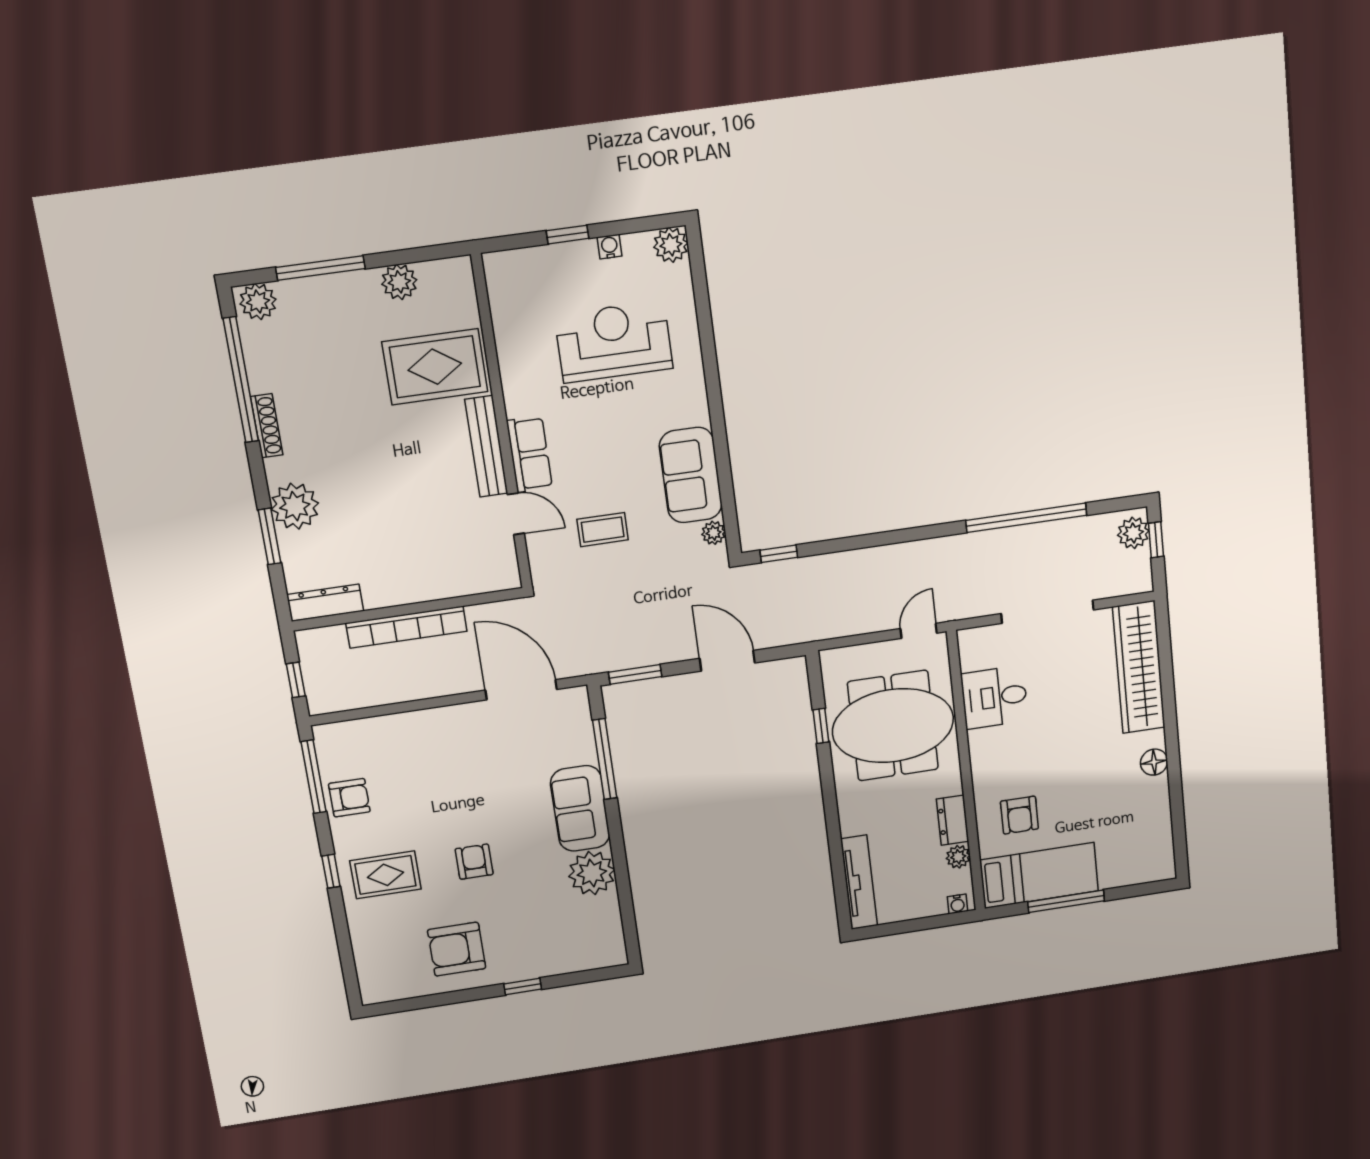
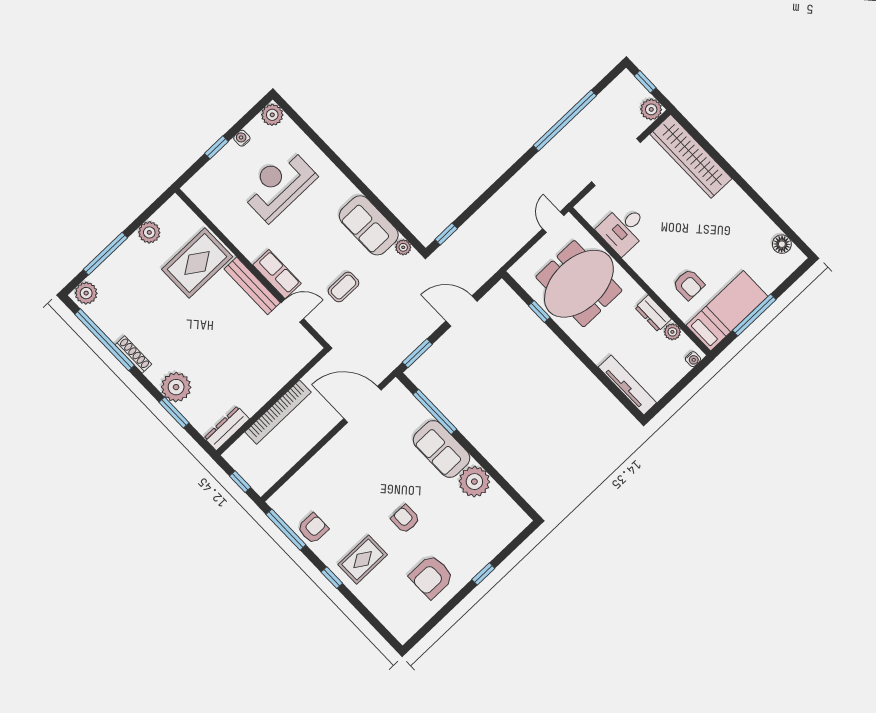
plant: (1133, 533) -> (651, 109), moved
floor lamp: (1154, 762) -> (782, 244), moved

